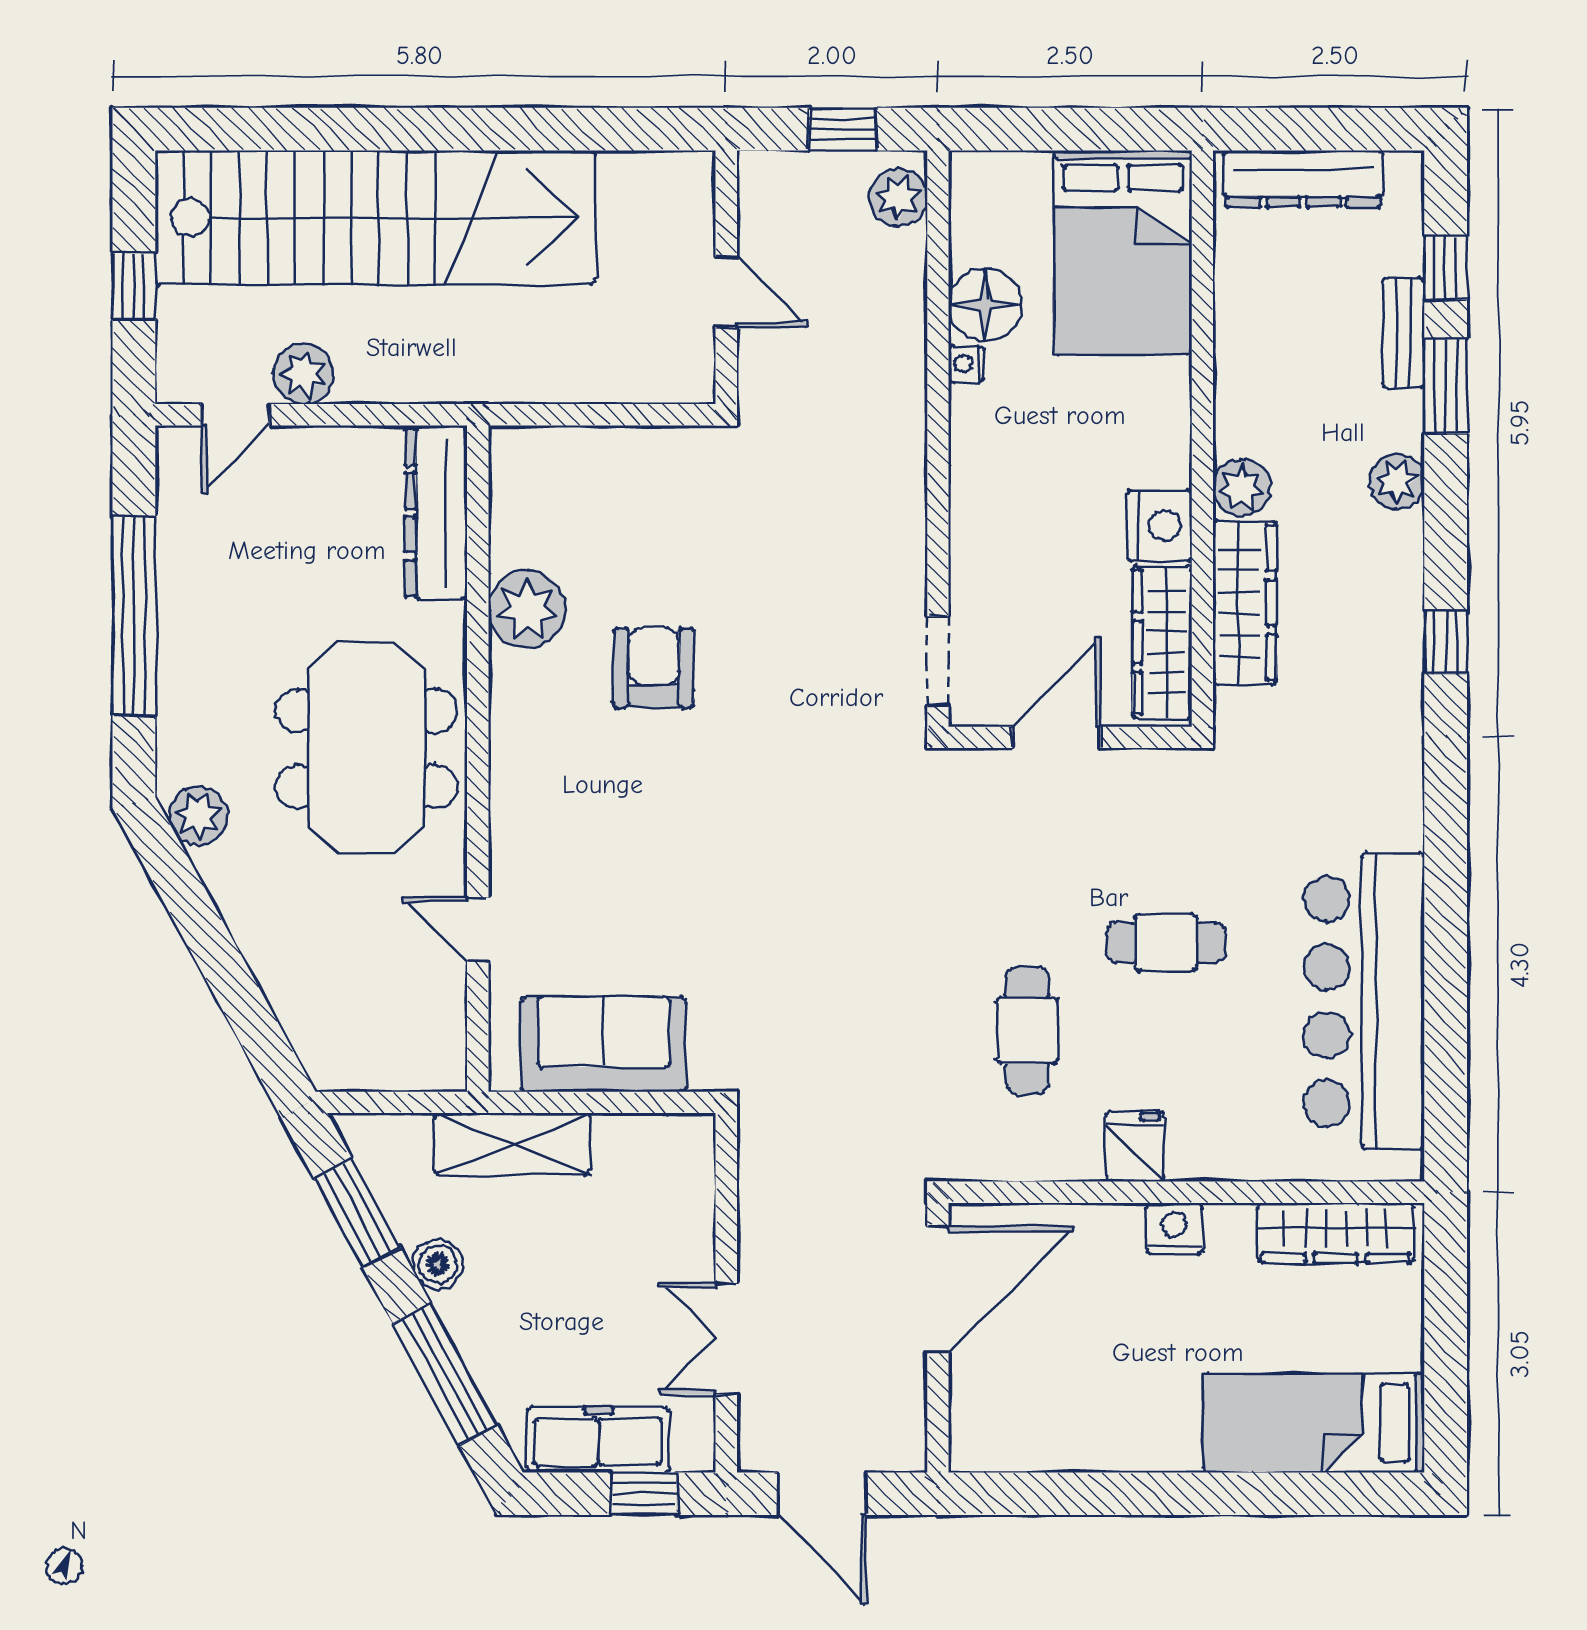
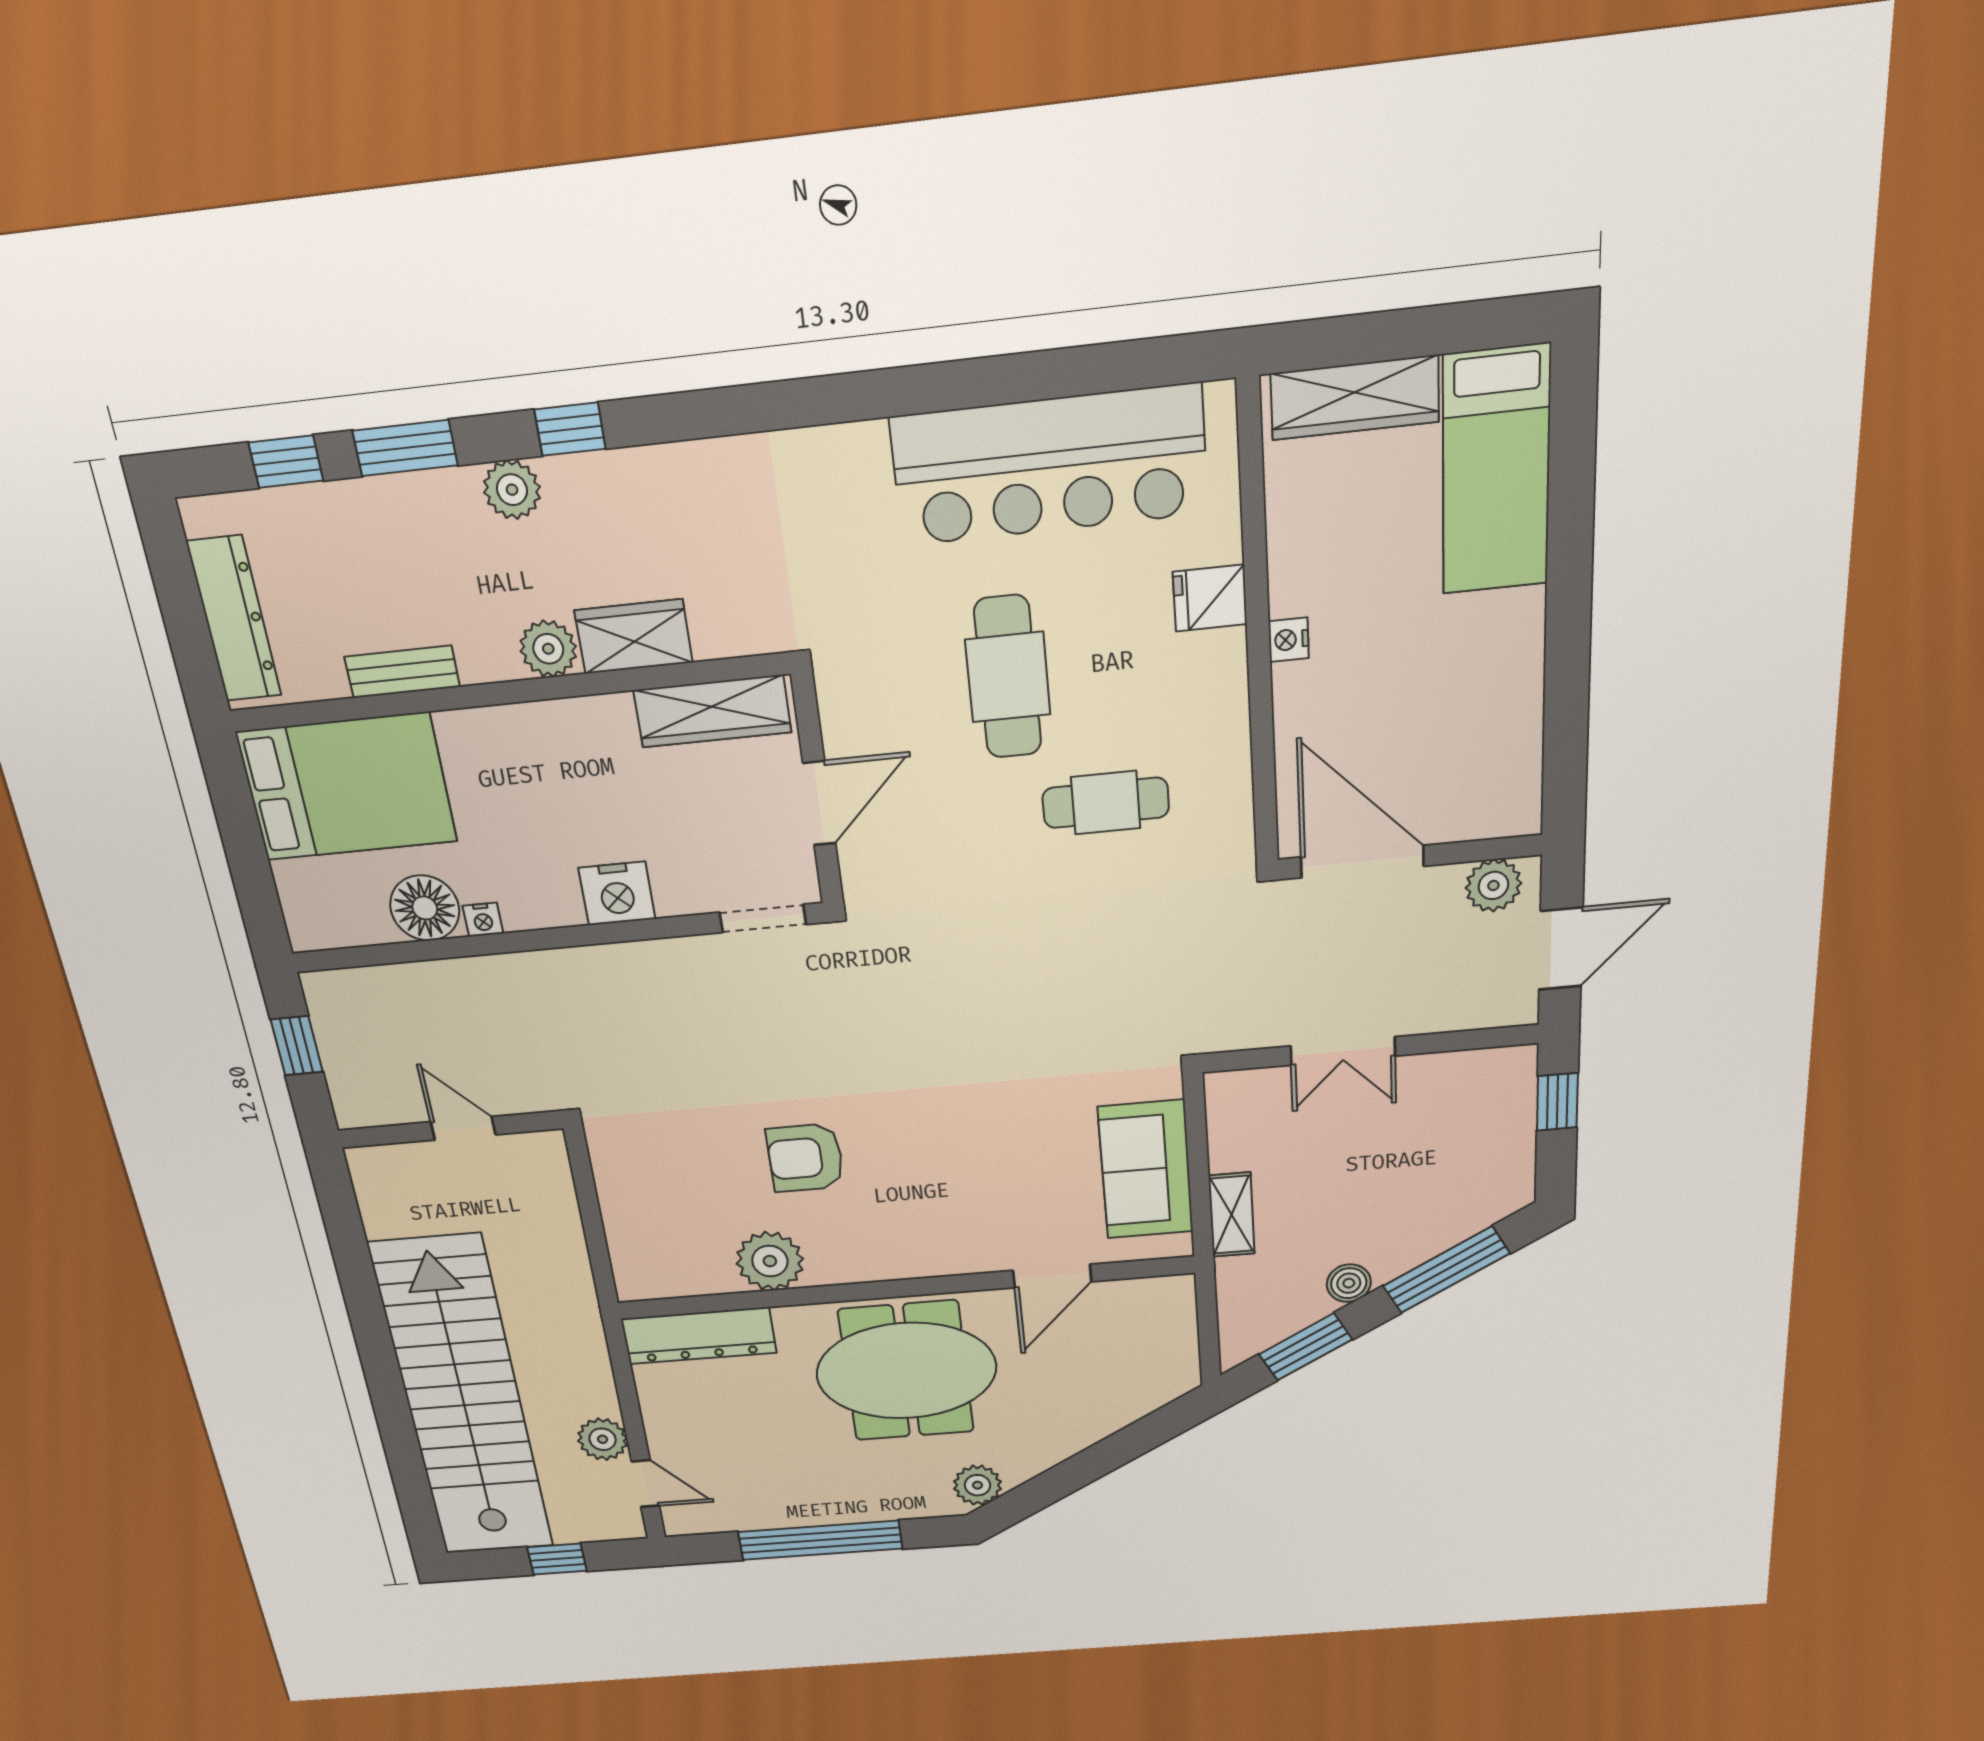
plant: (898, 197) -> (1493, 885), moved
door: (726, 292) -> (463, 1128), hinge flipped
bench: (1403, 333) -> (402, 672), moved
nightstand: (1160, 526) -> (617, 893), moved, turned 180
wardrobe: (1245, 603) -> (634, 637), width x0.67
window: (1446, 642) -> (570, 429), moved
door: (1056, 737) -> (819, 803), swing flipped
door: (478, 929) -> (1052, 1276), width x1.38
cafe table: (1166, 943) -> (1008, 677), width x1.37, depth x1.35
shelving: (512, 1144) -> (1232, 1215), width x0.67, depth x0.75
fridge: (1135, 1147) -> (1210, 598), moved
nightstand: (1174, 1229) -> (1289, 640), width x0.72, depth x0.74
wardrobe: (1336, 1233) -> (1355, 398), moved, turned 90
double door: (726, 1339) -> (1343, 1051), moved
freezer: (598, 1440) -> (1506, 1144), removed

